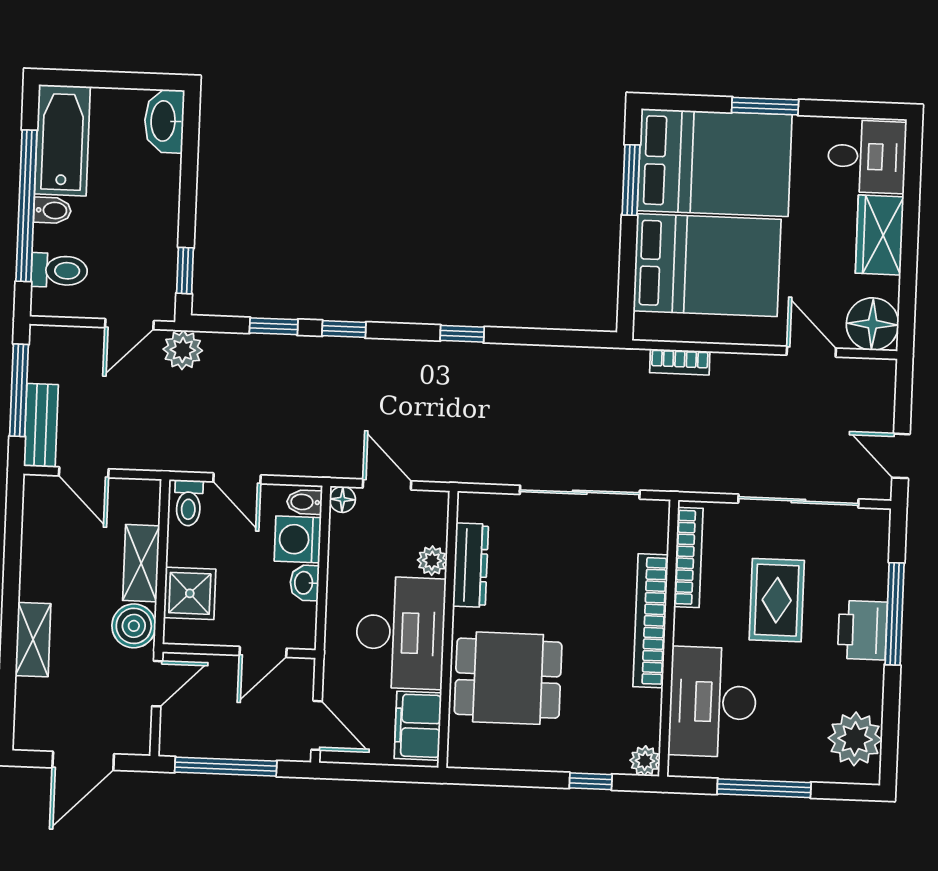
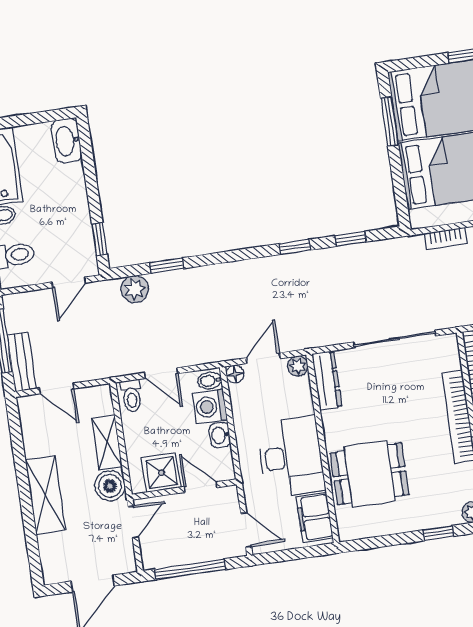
window: (344, 329) -> (351, 239), moved
plant: (183, 350) -> (135, 289), moved
door: (387, 484) -> (263, 358), hinge flipped
plant: (432, 561) -> (298, 366), moved
dresser: (471, 565) -> (327, 380), moved
shower: (190, 593) -> (161, 473), moved
shelving: (33, 640) -> (45, 495), width x1.50, depth x1.33
door: (263, 652) -> (201, 487), swing flipped

